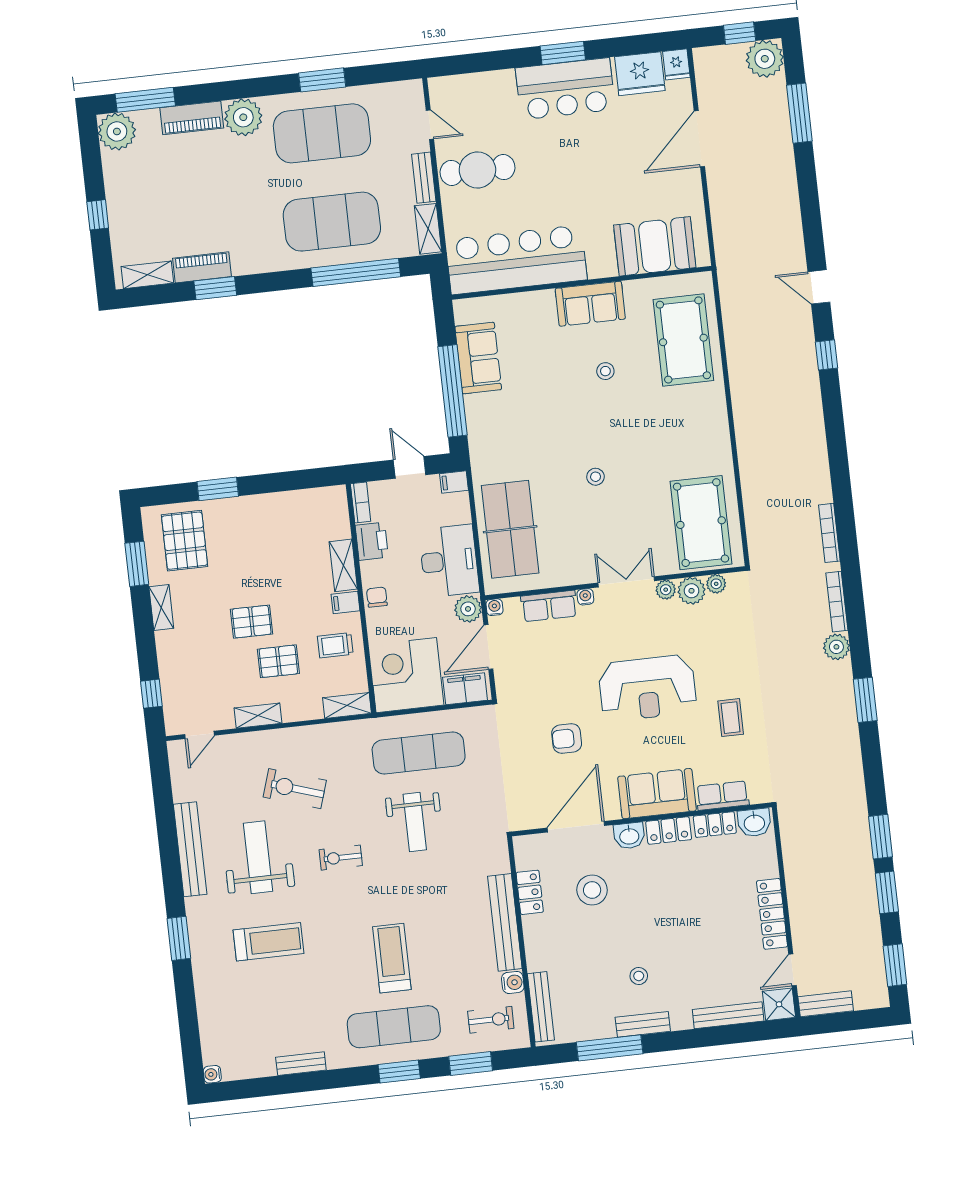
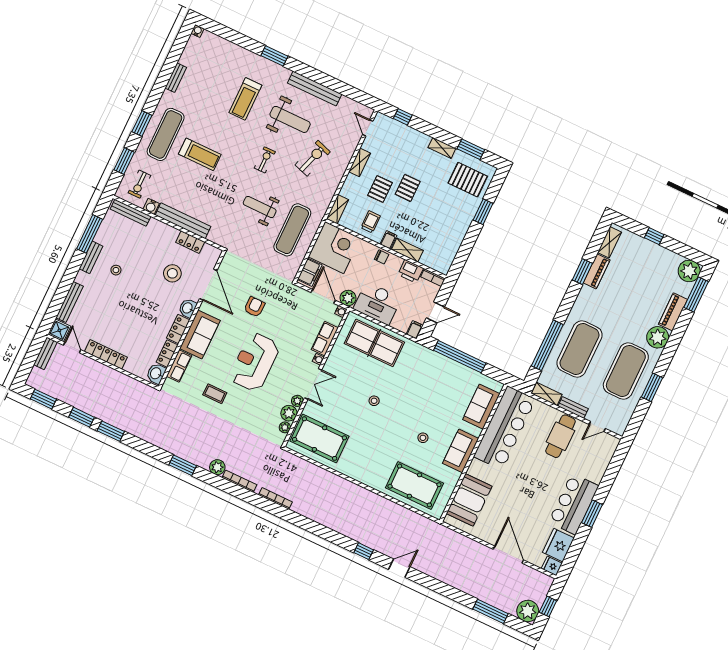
sofa: (478, 358) -> (481, 407), moved, turned 90

